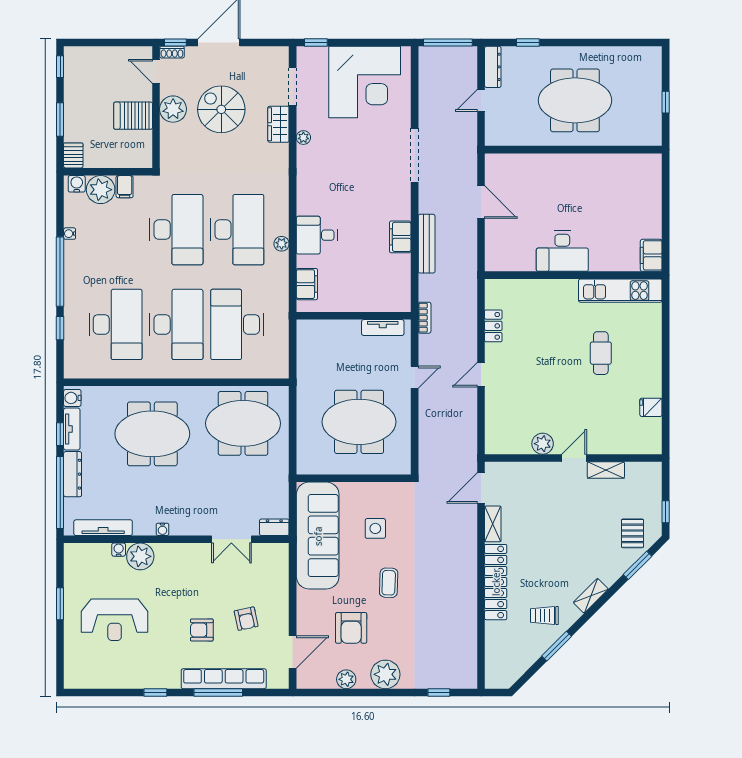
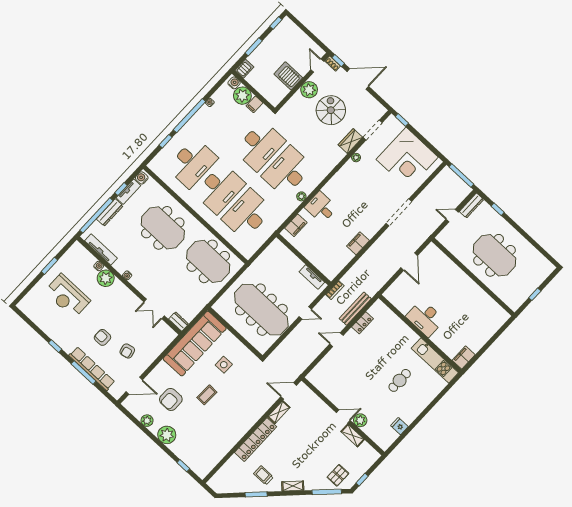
desk: (237, 230) -> (287, 171), turned 180
bench: (427, 244) -> (355, 309), moved
meeting table: (359, 422) -> (261, 310), width x1.36
plant: (543, 444) -> (360, 420), moved
window: (637, 565) -> (327, 492), width x1.44

